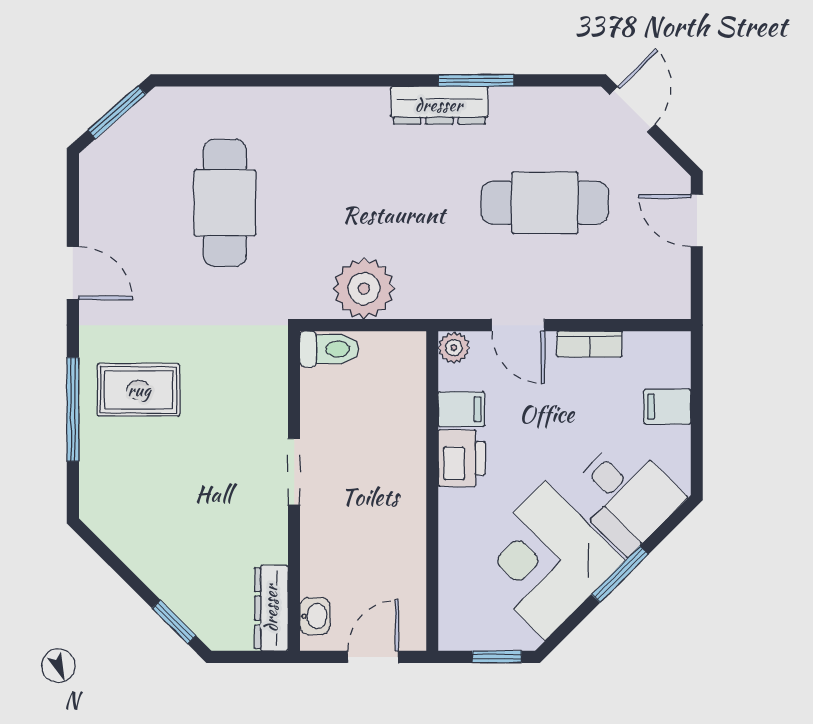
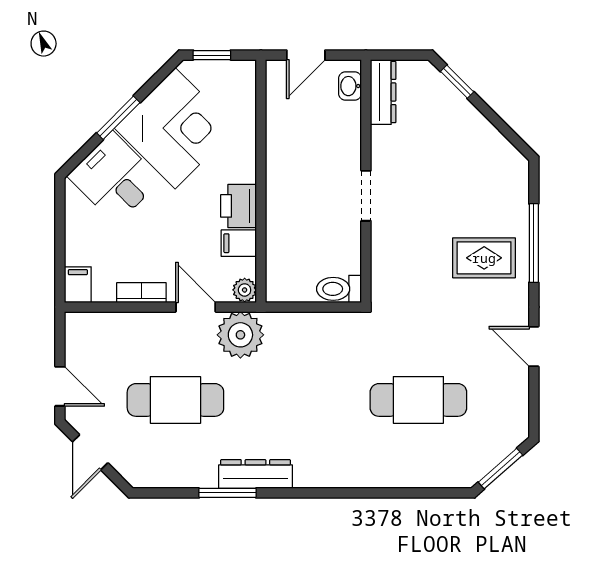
door: (632, 109) -> (90, 452), moved
cafe table: (225, 203) -> (418, 400), turned 90
plant: (364, 289) -> (240, 335), moved
filing cabinet: (667, 407) -> (78, 285), moved, turned -90

